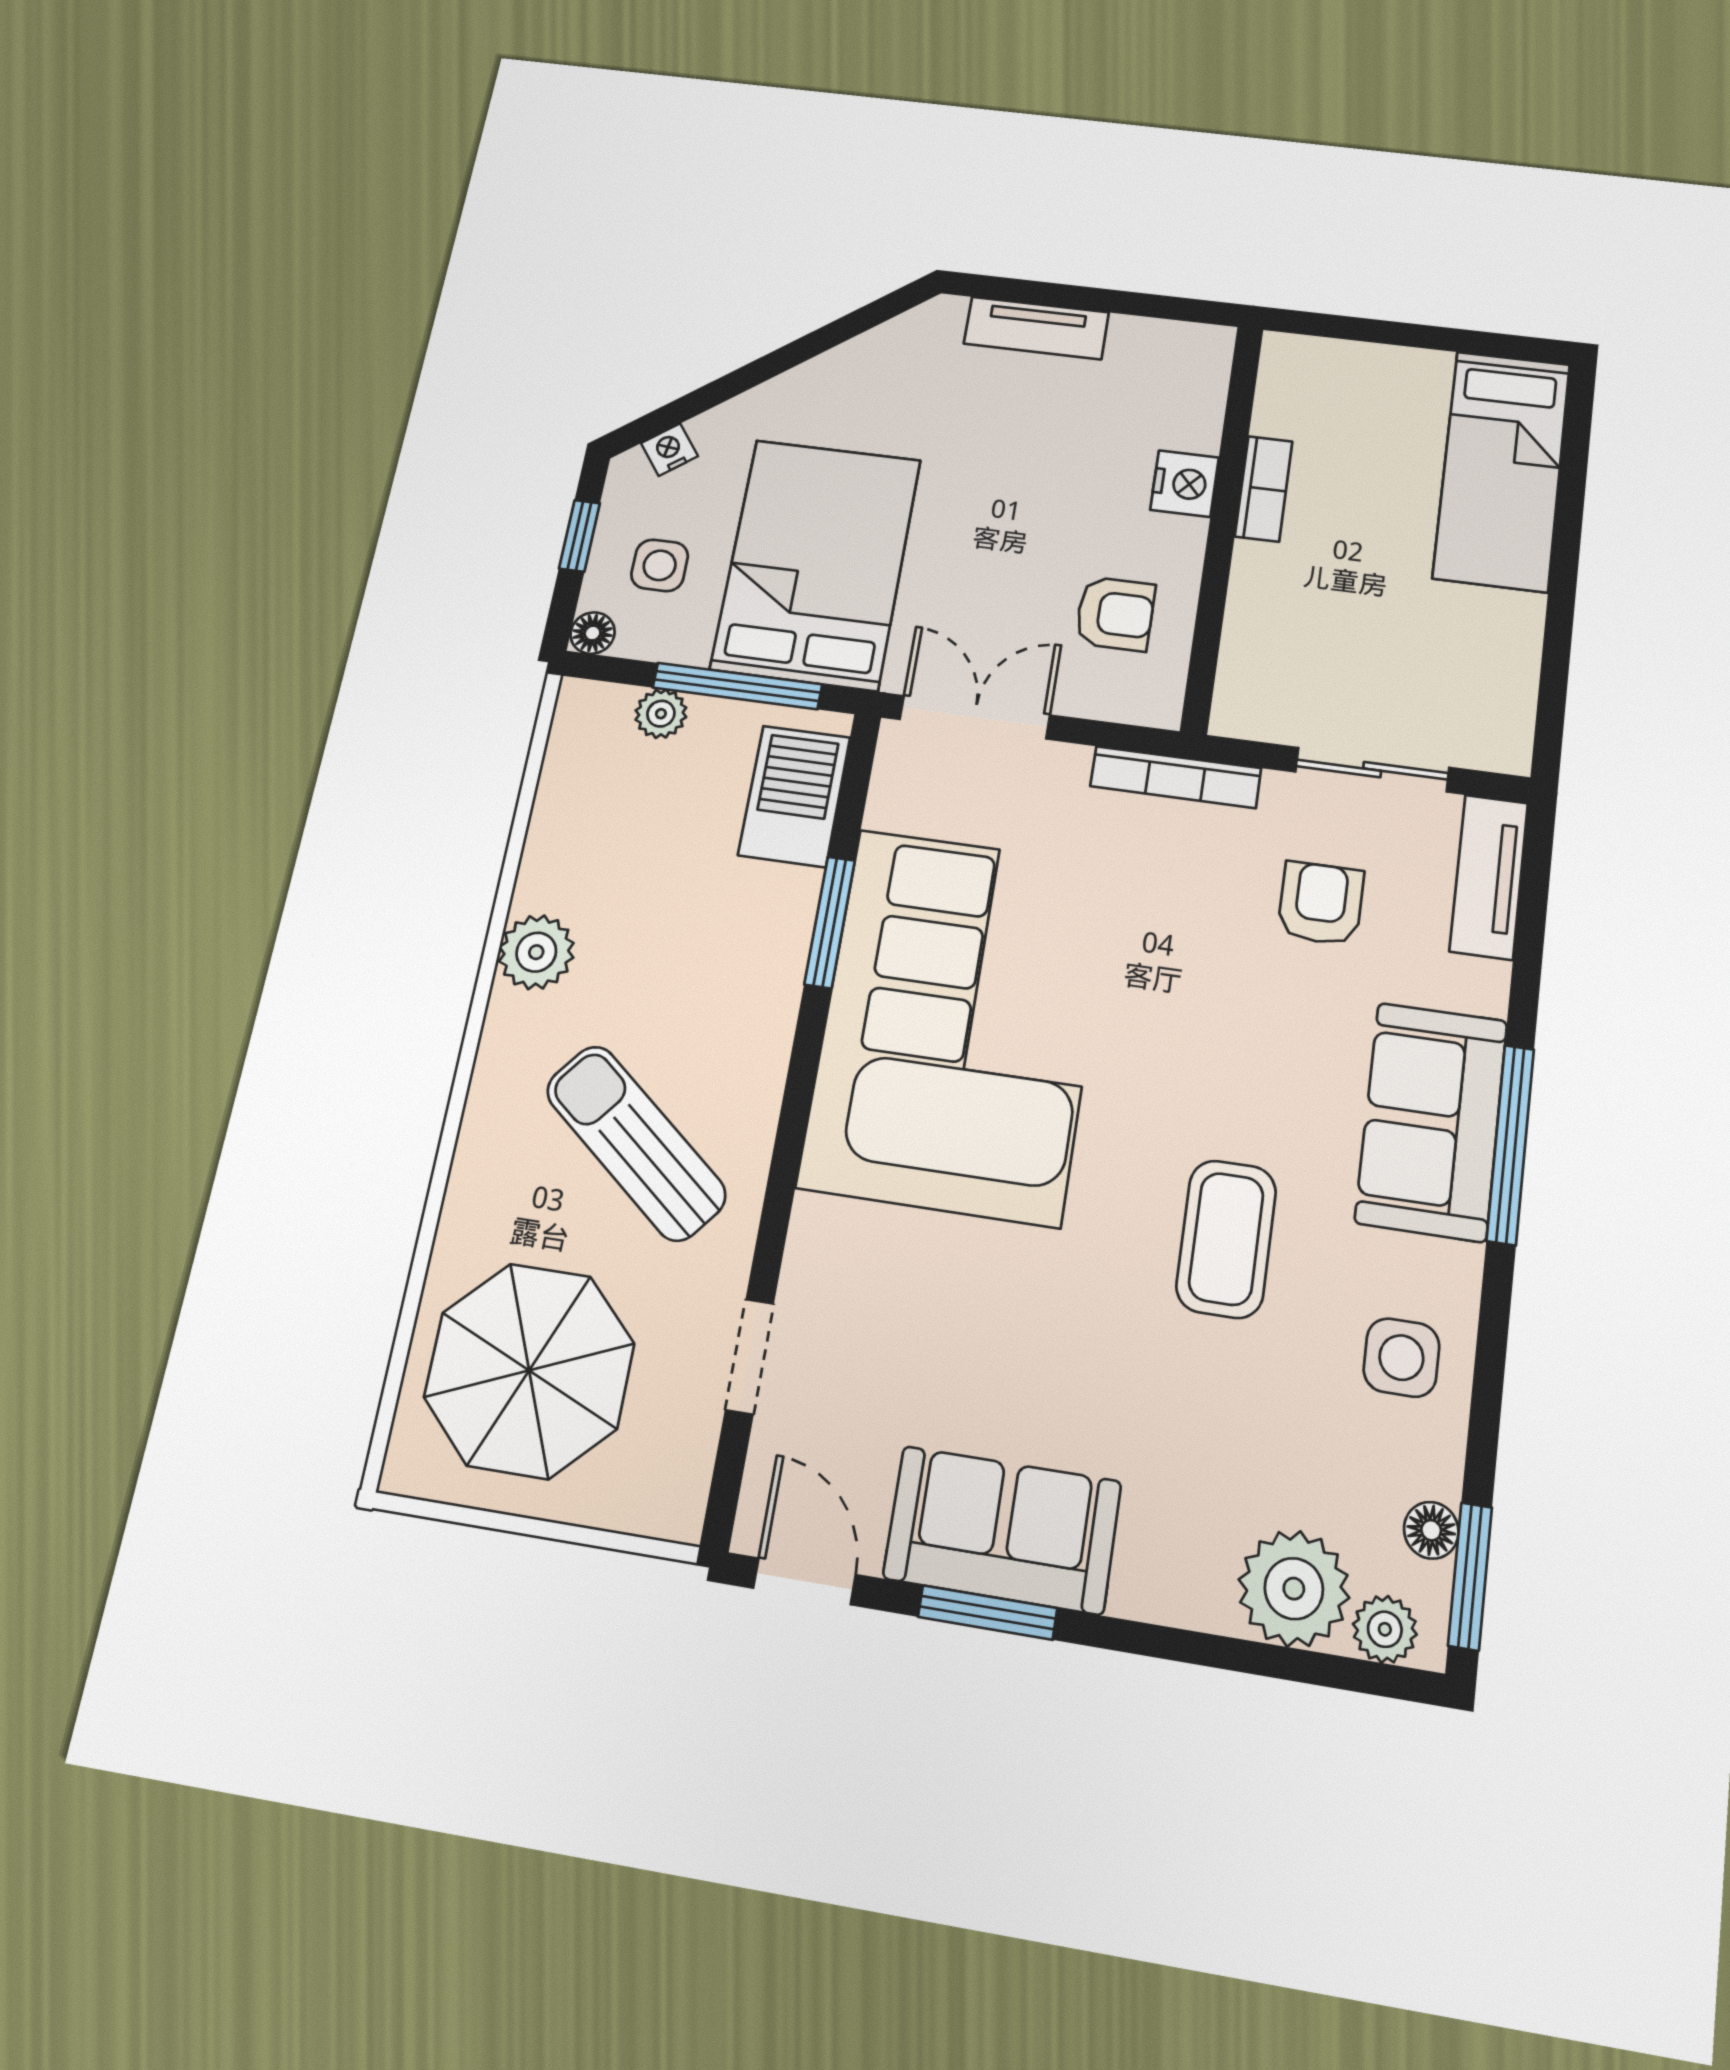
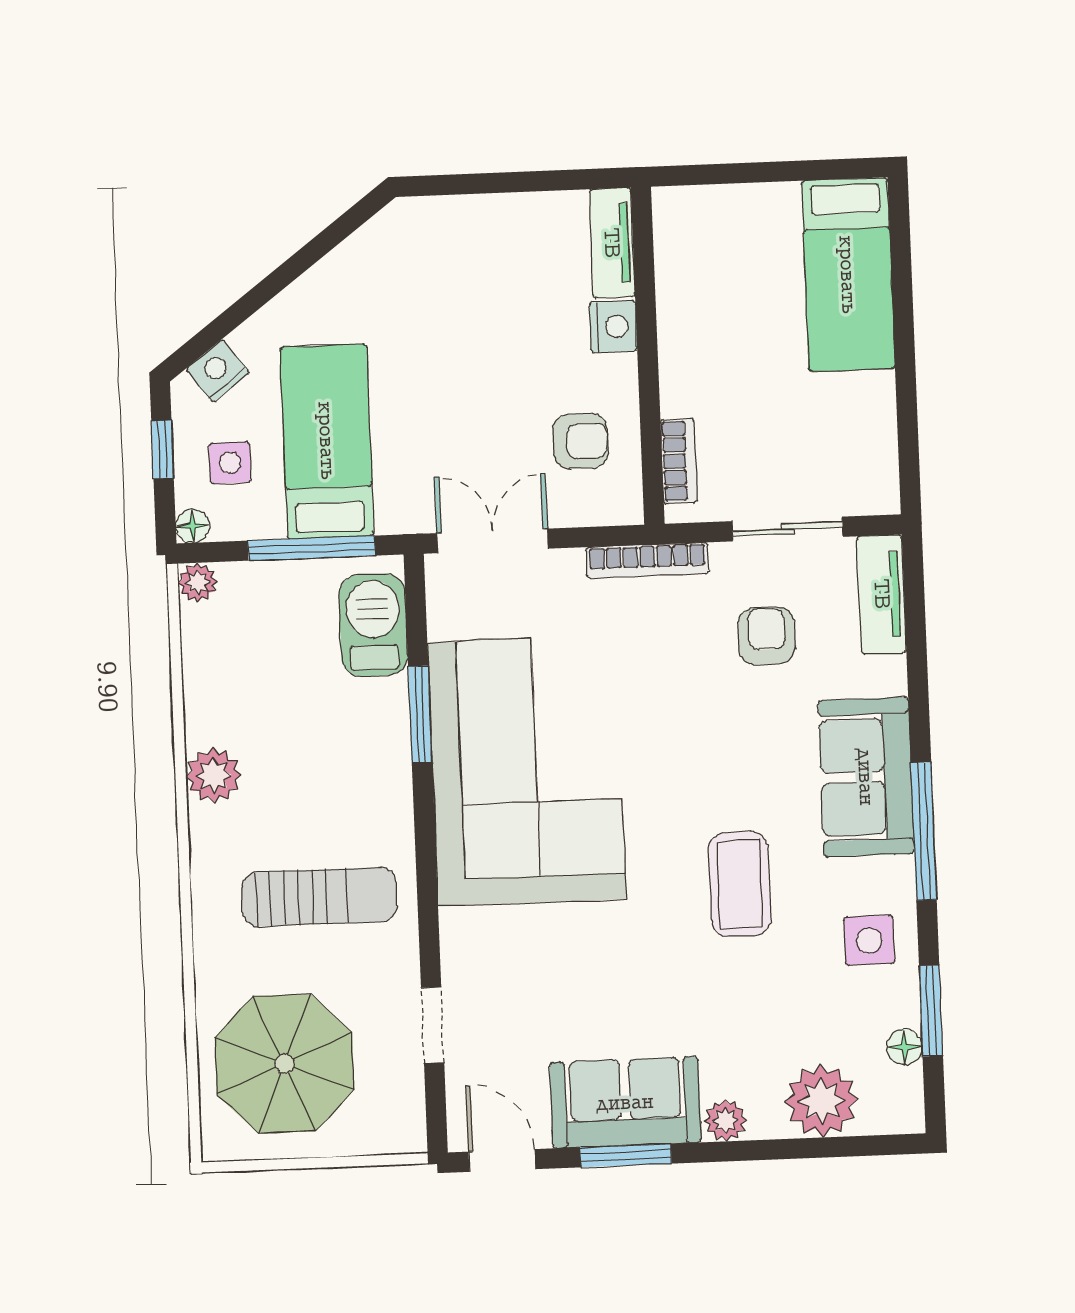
tv unit: (1036, 328) -> (612, 243), moved, turned 90
nightstand: (669, 450) -> (218, 371), width x1.39, depth x1.35
bookcase: (1264, 489) -> (679, 461), moved
bed: (816, 564) -> (327, 441), width x0.67
plant: (661, 714) -> (198, 582), moved
sun lounger: (636, 1143) -> (319, 897), turned 141
window: (1510, 1144) -> (924, 831), moved
window: (1470, 1576) -> (931, 1011), moved
plant: (1385, 1629) -> (726, 1120), moved

